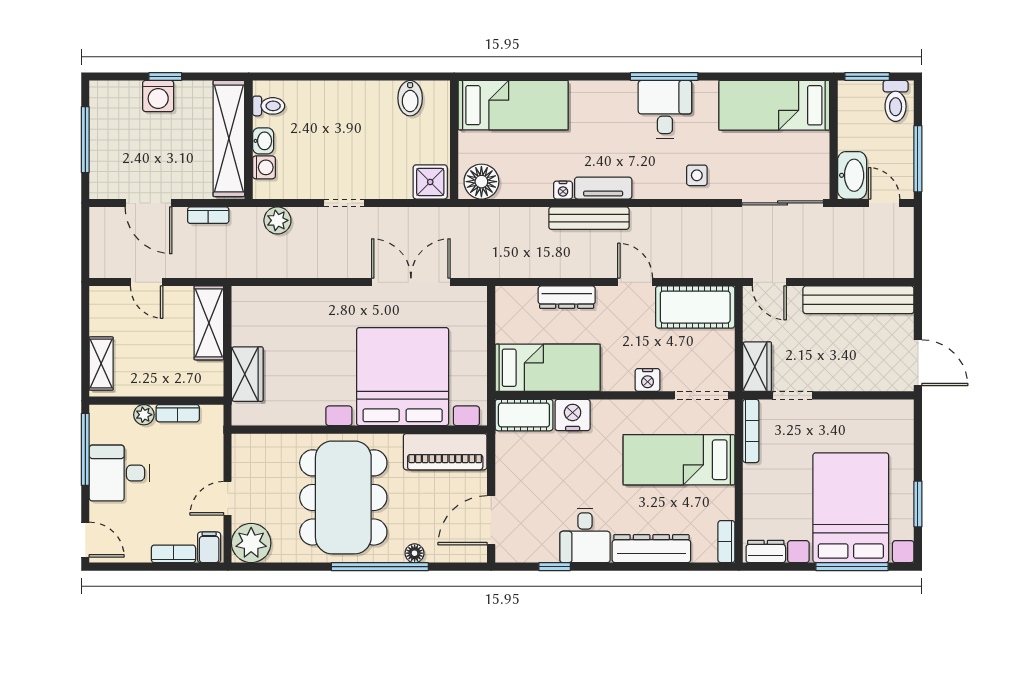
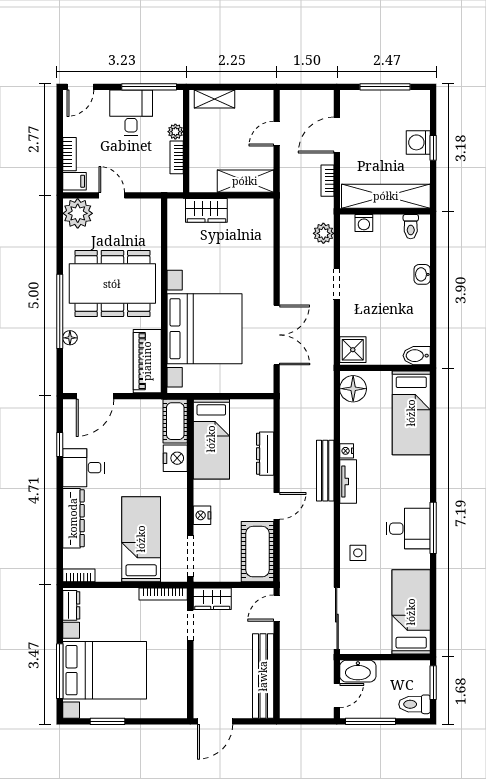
bidet: (410, 98) -> (417, 356), moved
washbasin: (263, 141) -> (422, 274), moved, turned 90
door: (491, 520) -> (95, 396), swing flipped

